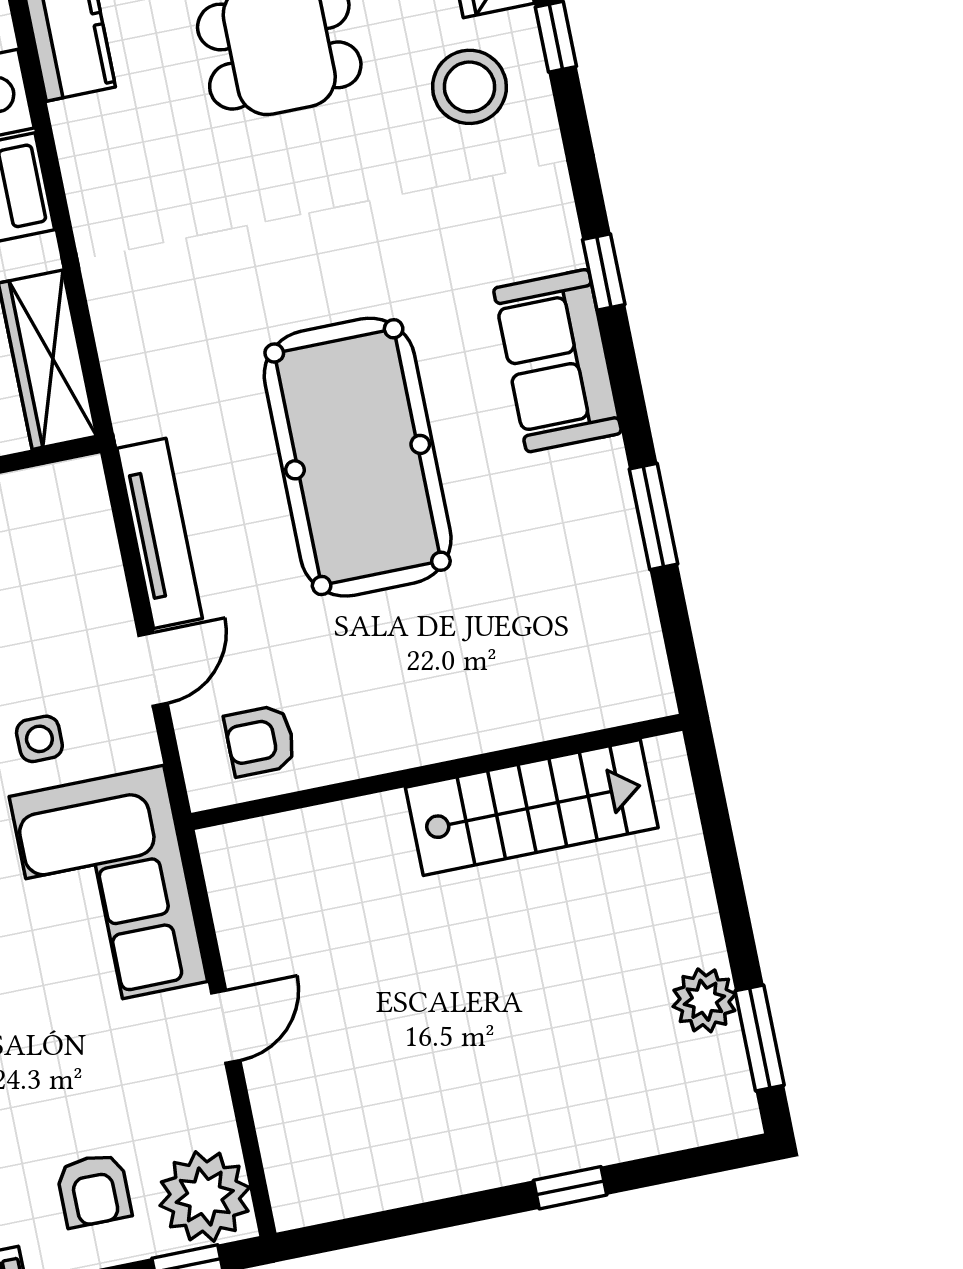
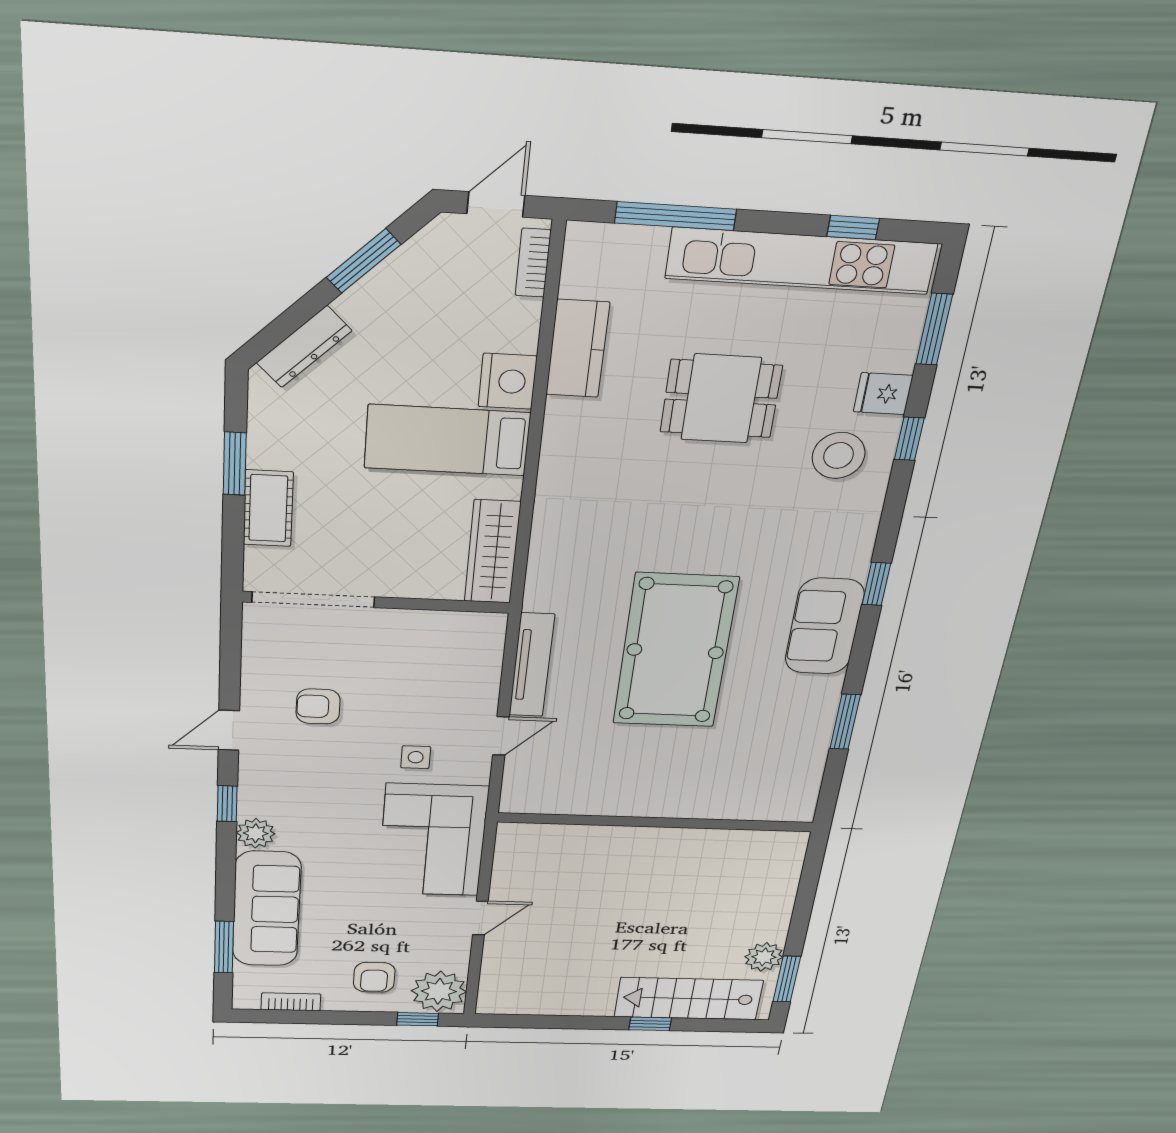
armchair: (260, 741) -> (554, 786), removed
stairs: (532, 808) -> (689, 999), moved, turned 180

